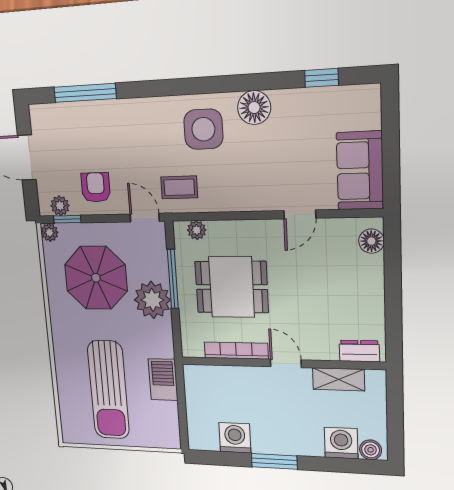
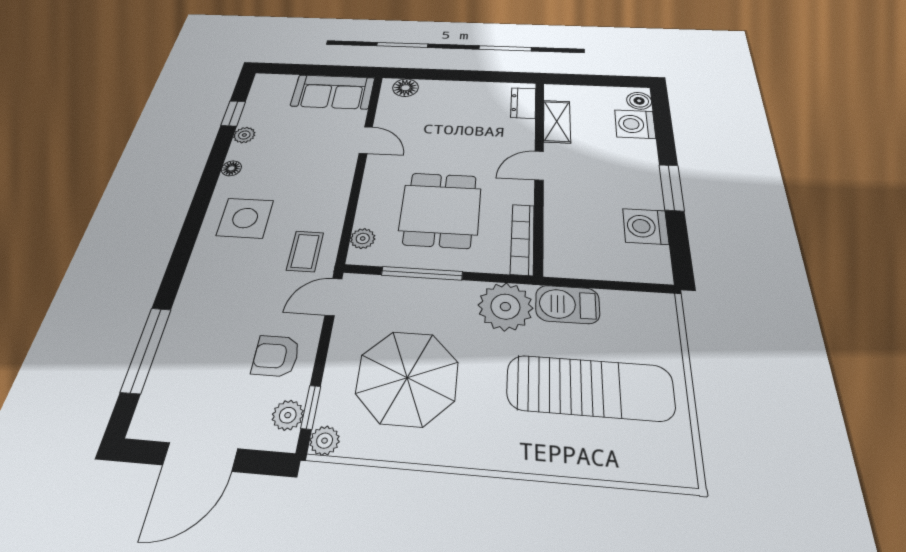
plant: (294, 98) -> (244, 135), added
floor lamp: (254, 108) -> (231, 168), width x0.53, depth x0.53
plant: (152, 300) -> (505, 307), moved
bookcase: (236, 351) -> (523, 239), moved

